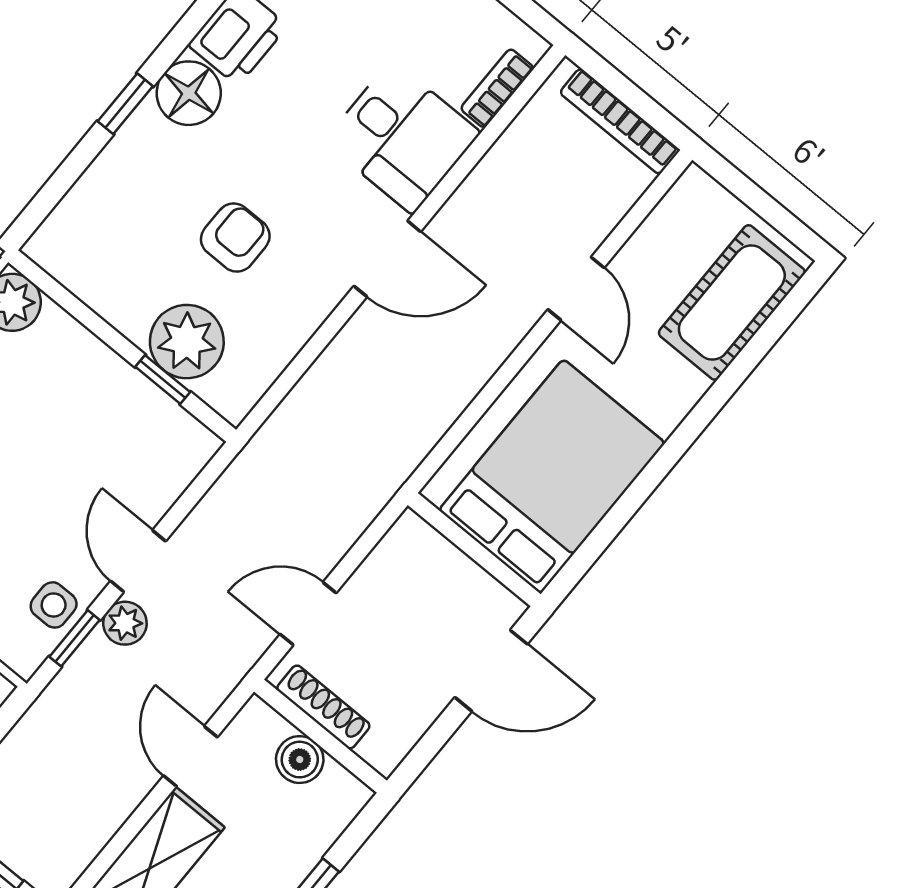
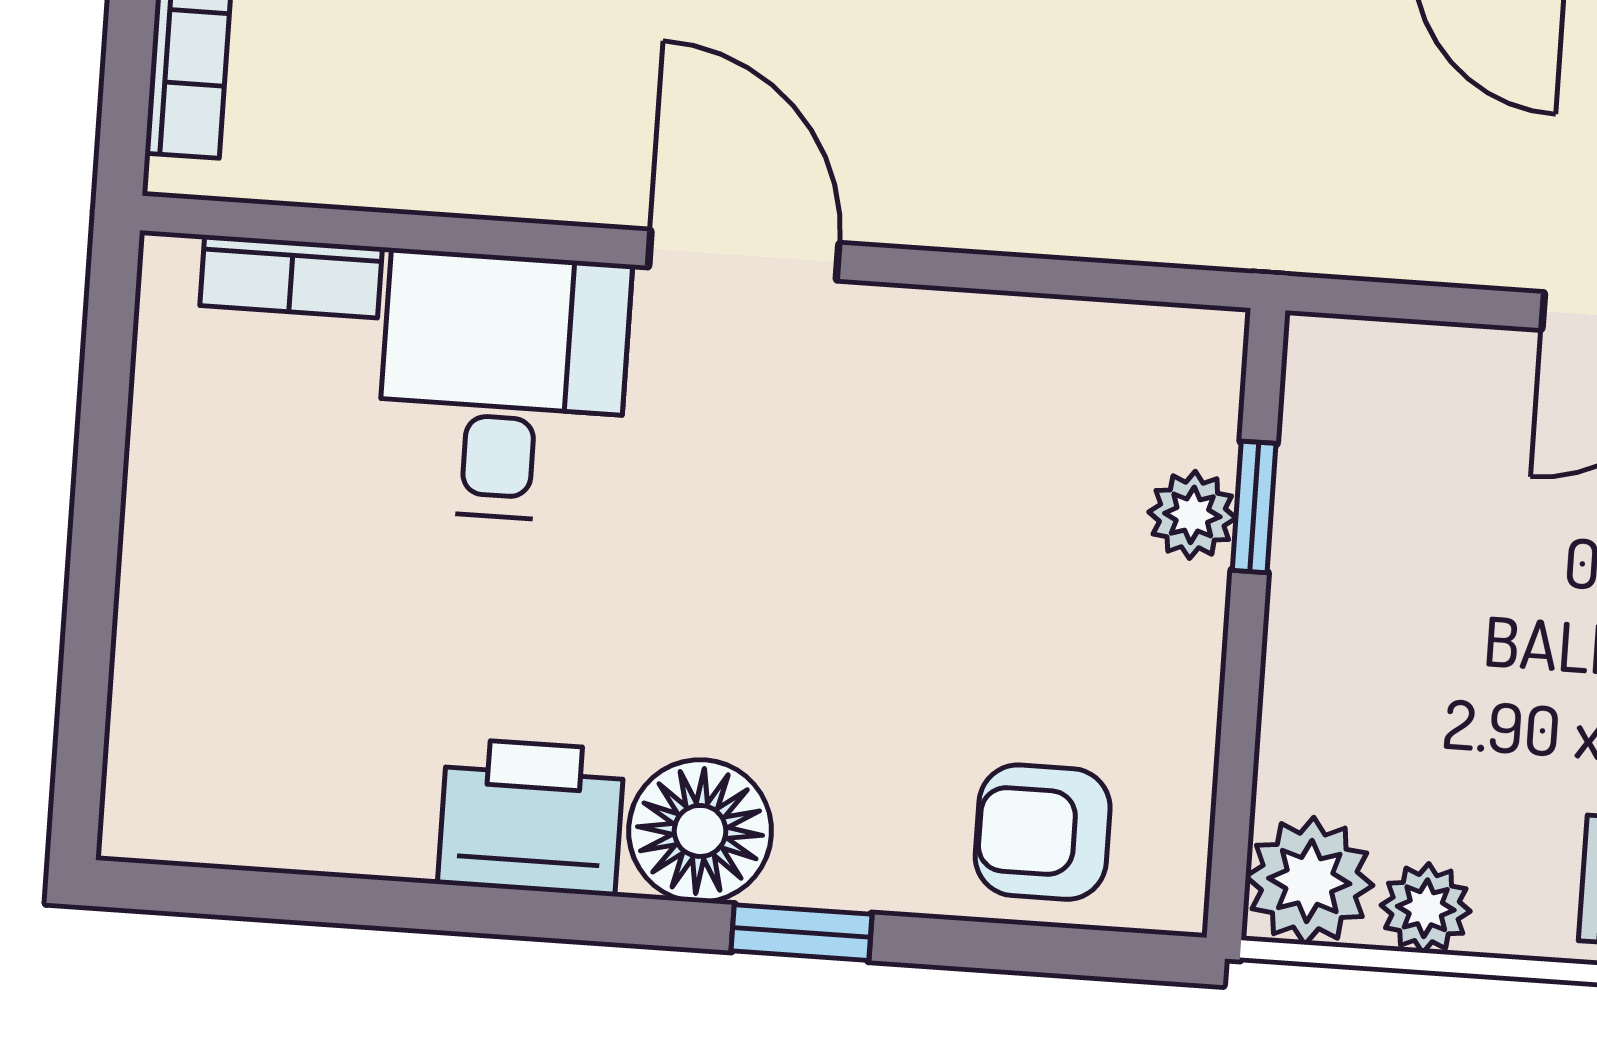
armchair: (235, 238) -> (1043, 832), moved
plant: (187, 342) -> (1192, 515), width x0.53, depth x0.53

